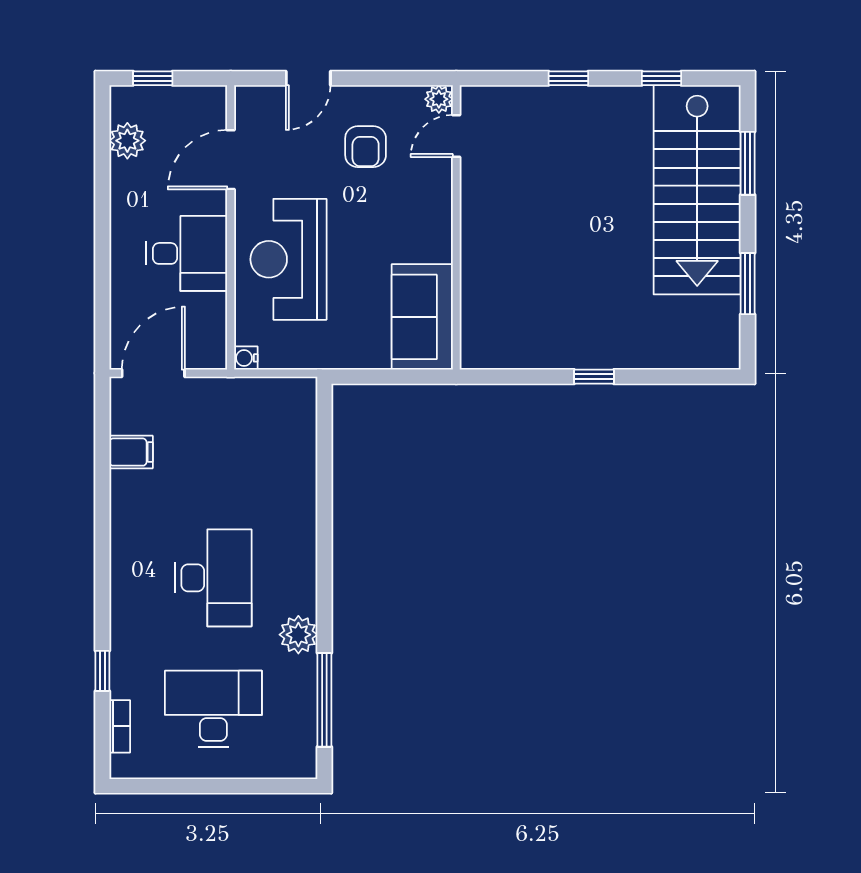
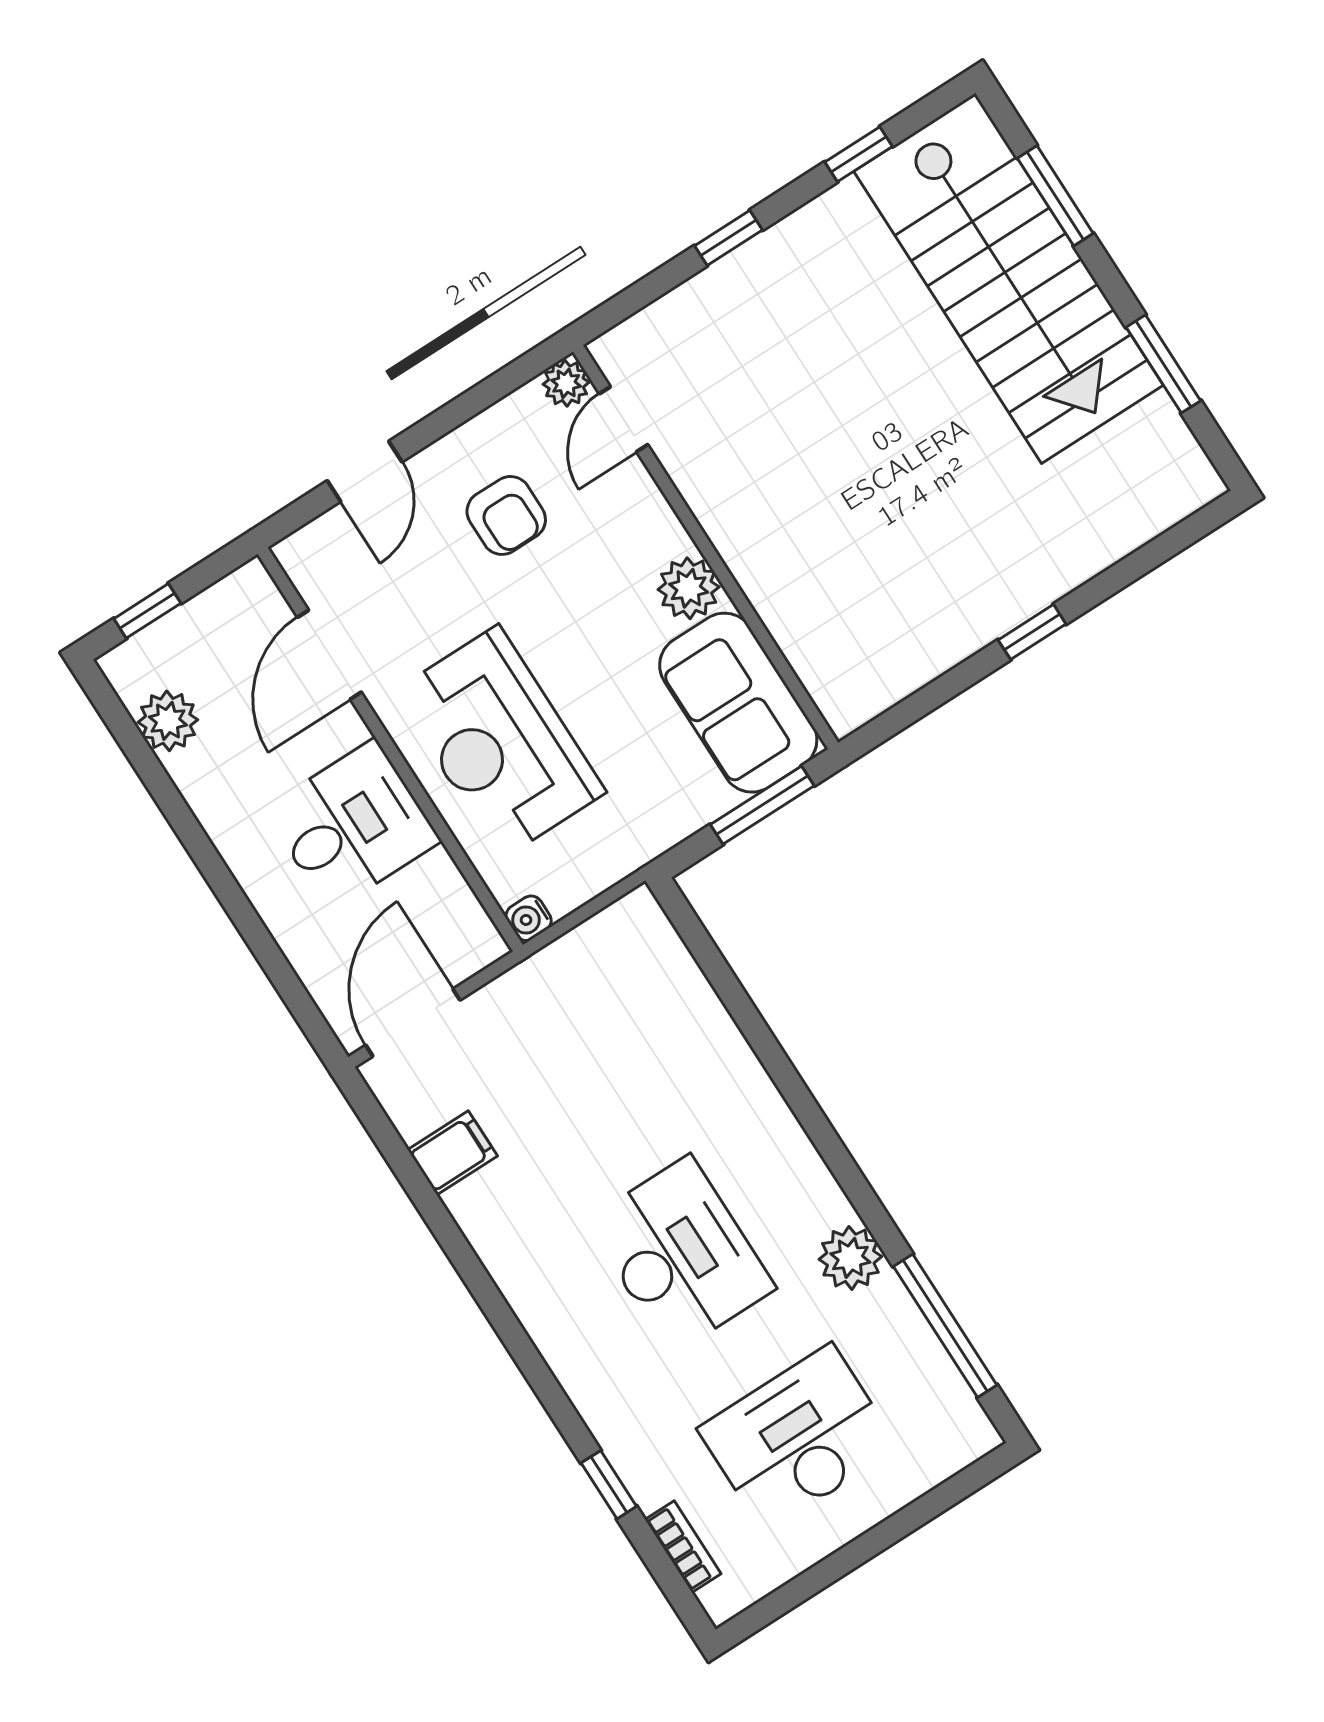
plant: (434, 243) -> (689, 588), added
window: (401, 377) -> (762, 805), added

